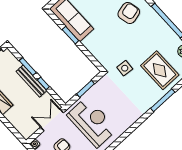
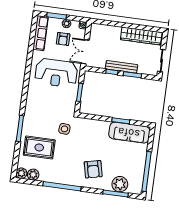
double door: (52, 120) -> (85, 52), swing flipped

